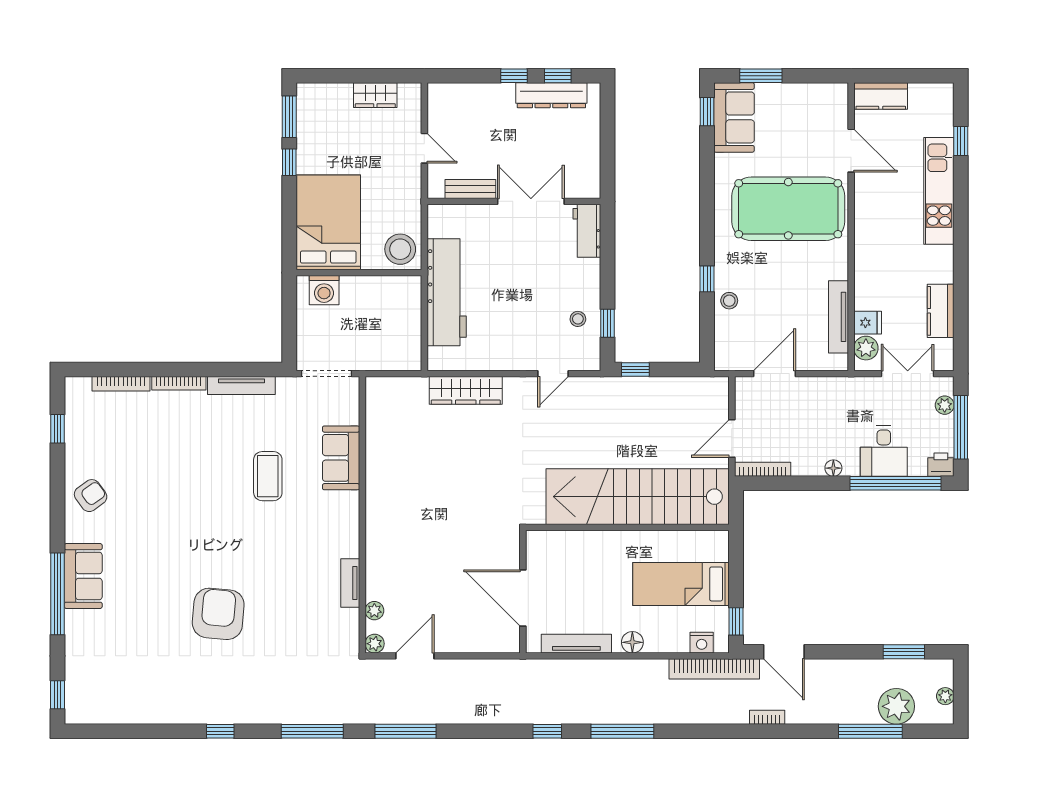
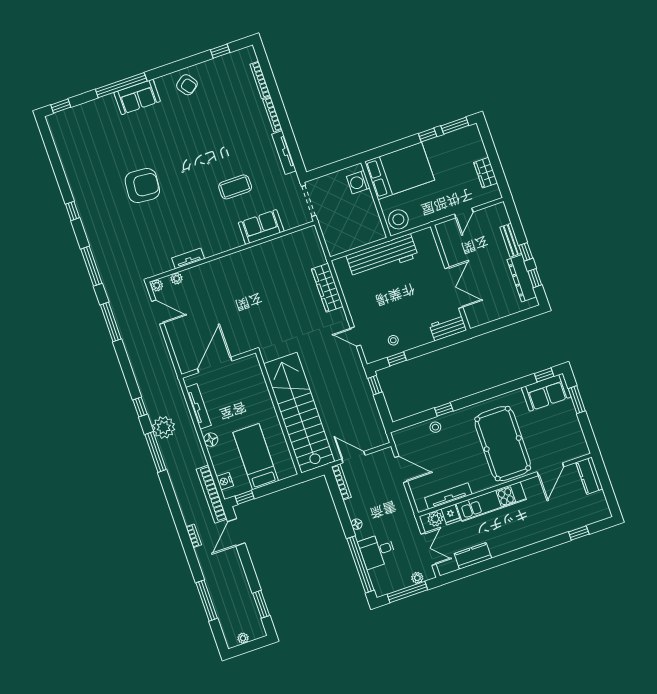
bench: (470, 189) -> (511, 240), moved
kitchen unit: (939, 191) -> (491, 502), moved, turned 180
printer: (941, 465) -> (381, 588), removed
plant: (896, 706) -> (164, 427), moved

